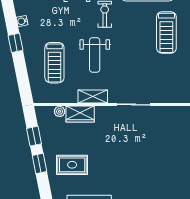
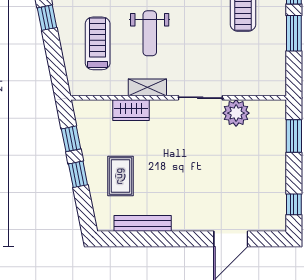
treadmill: (54, 63) -> (98, 43), turned 180
plant: (60, 111) -> (236, 113), moved, width x1.87, depth x1.87
rug: (72, 165) -> (120, 176), turned 90

